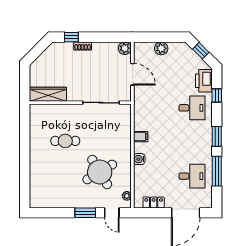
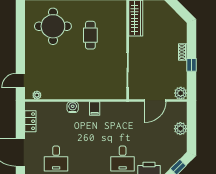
window: (71, 37) -> (191, 65), moved
round table: (100, 172) -> (53, 26), moved, turned 31
window: (85, 213) -> (20, 55), removed

